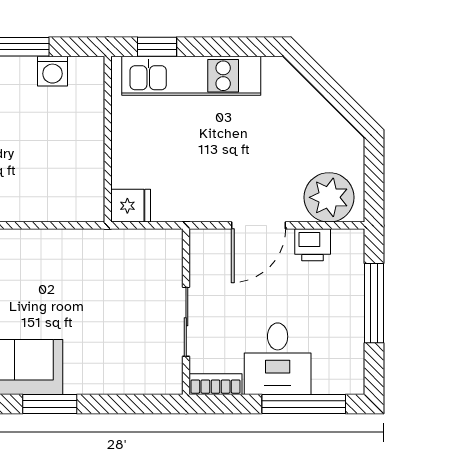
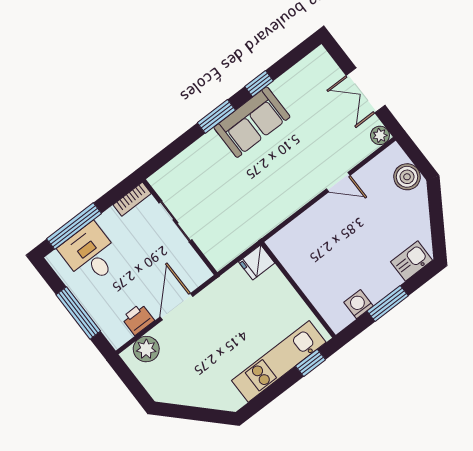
plant: (329, 197) -> (146, 349), width x0.73, depth x0.73
desk: (278, 359) -> (90, 254), moved

